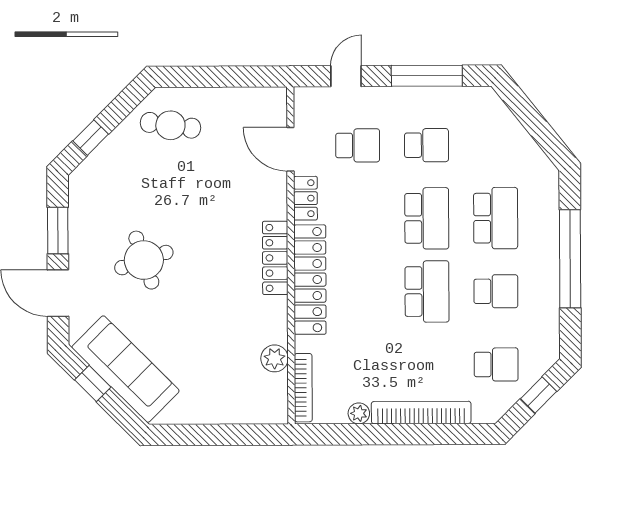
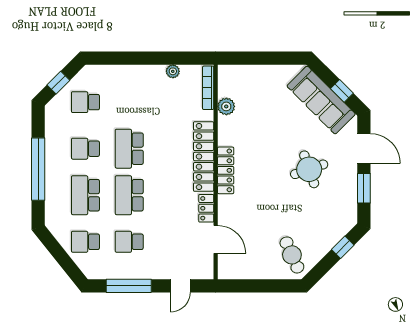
cafe table: (170, 125) -> (292, 255), turned 58
school desk: (358, 145) -> (85, 242), moved
bookcase: (421, 413) -> (133, 72), removed

